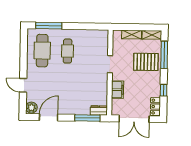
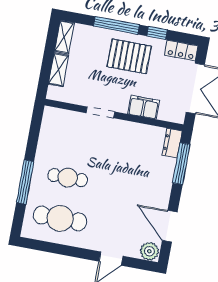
window: (49, 26) -> (25, 182), moved
window: (164, 55) -> (116, 25), moved
pallet: (146, 62) -> (129, 56), moved, turned 90

